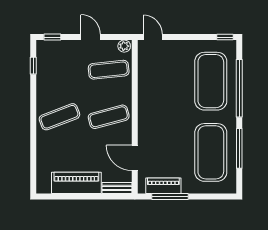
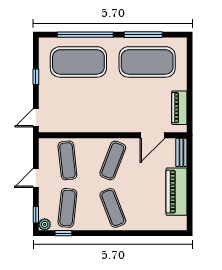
window: (225, 37) -> (36, 77), moved
plant: (124, 46) -> (45, 224), moved
exercise mat: (59, 70) -> (67, 208), added
exercise mat: (109, 117) -> (113, 160), turned 36
window: (170, 197) -> (190, 101), removed

